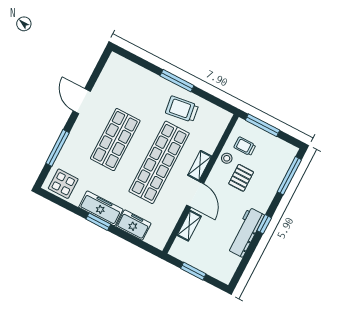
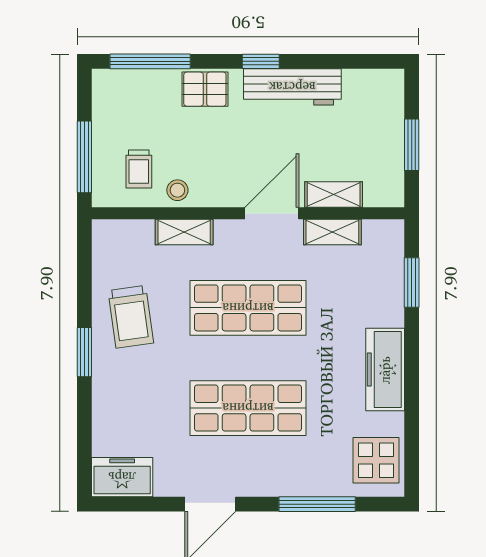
window: (177, 81) -> (84, 352), width x0.69
shop shelf: (159, 162) -> (248, 308), width x0.71
shelving: (200, 166) -> (184, 232), moved
pallet: (241, 178) -> (205, 89), moved
shelving: (173, 217) -> (332, 232), added
window: (98, 222) -> (412, 283), moved
freezer: (133, 225) -> (122, 477), moved, turned 90

